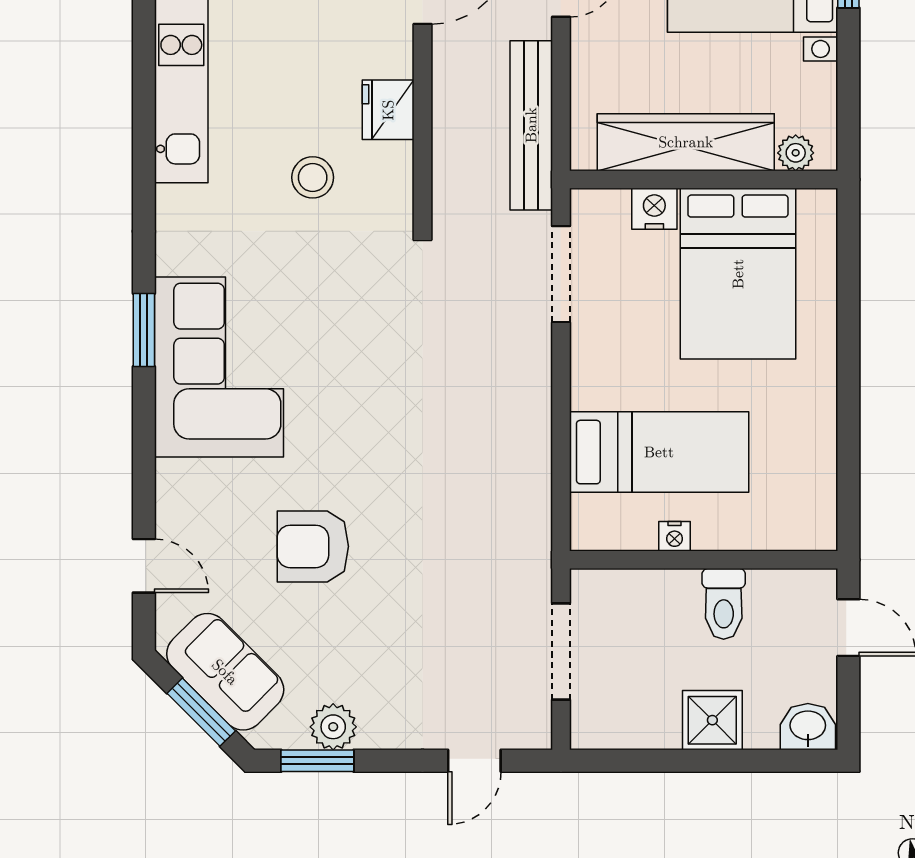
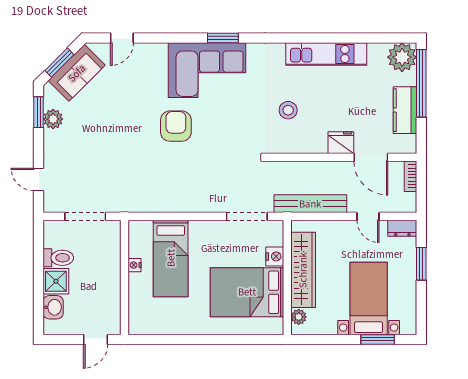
fridge: (388, 110) -> (341, 143), moved
armchair: (313, 546) -> (176, 126), moved
toilet: (724, 604) -> (58, 258), moved, turned 180
washbasin: (808, 727) -> (53, 307), moved

